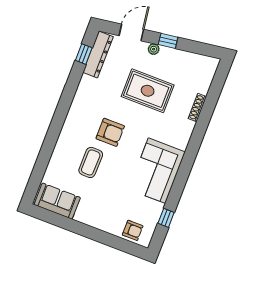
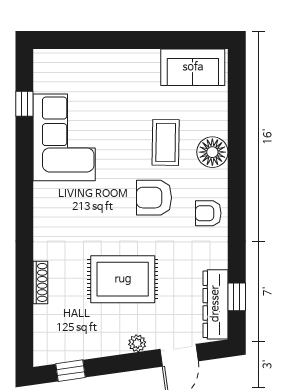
window: (168, 41) -> (70, 371), moved
floor lamp: (65, 146) -> (212, 152), added
corner sofa: (157, 171) -> (64, 137), moved
armchair: (133, 230) -> (208, 213), moved

